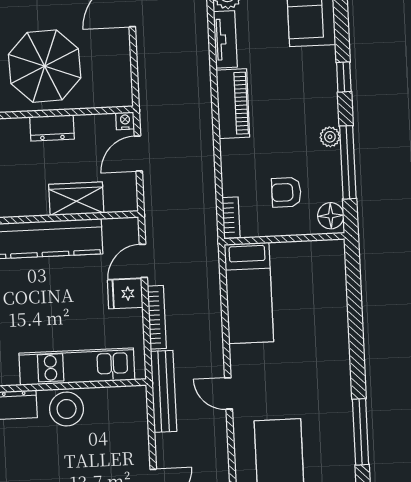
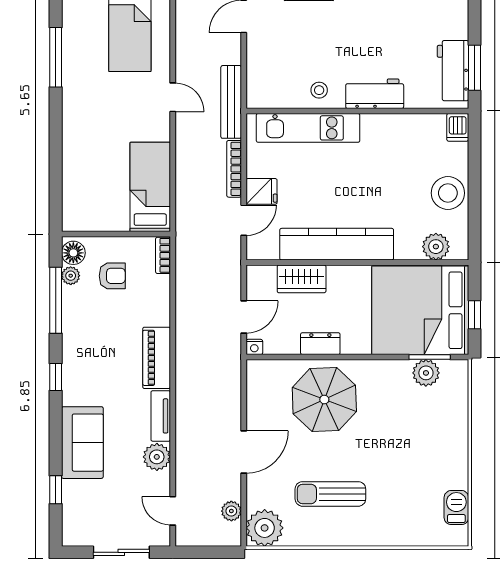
plant: (330, 137) -> (71, 276), moved
stool: (67, 409) -> (319, 90), width x0.53, depth x0.53

